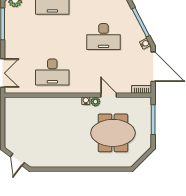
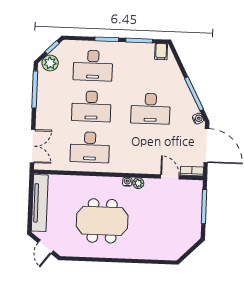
desk: (52, 37) -> (91, 106), added
door: (109, 95) -> (170, 177), moved
tv unit: (11, 122) -> (40, 203), added
meeting table: (113, 133) -> (102, 221), moved

